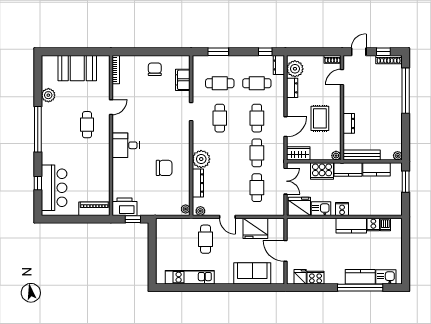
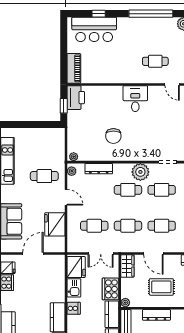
dresser: (349, 123) -> (156, 315), width x1.44
cafe table: (220, 153) -> (128, 190), added
plant: (201, 159) -> (140, 172), moved
door: (227, 217) -> (66, 197), swing flipped

